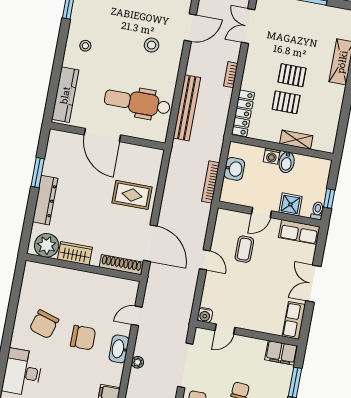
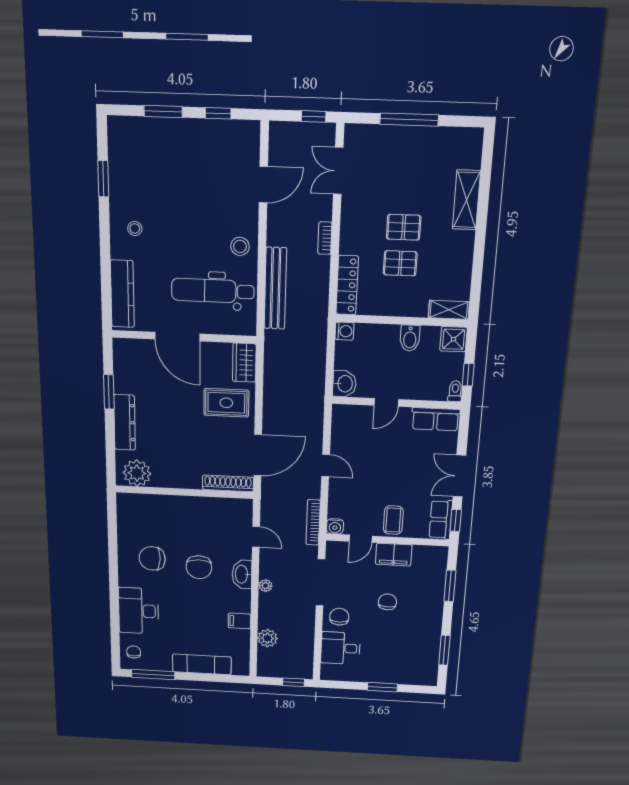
stool: (152, 45) -> (240, 246), moved
shelving: (296, 140) -> (449, 310), moved
washing machine: (272, 156) -> (344, 331), moved, turned -90
washbasin: (234, 169) -> (344, 384), moved
bookcase: (211, 182) -> (313, 522), moved
shower: (290, 204) -> (453, 339), moved
door: (150, 243) -> (258, 455), hinge flipped
coffee table: (244, 249) -> (393, 520), moved
wardrobe: (75, 253) -> (244, 363), moved, turned -90
door: (137, 316) -> (256, 537), swing flipped
window: (306, 323) -> (456, 520), added
chair: (44, 324) -> (152, 558), turned 75
chair: (83, 338) -> (199, 567), turned 90
filing cabinet: (281, 353) -> (394, 555), moved

